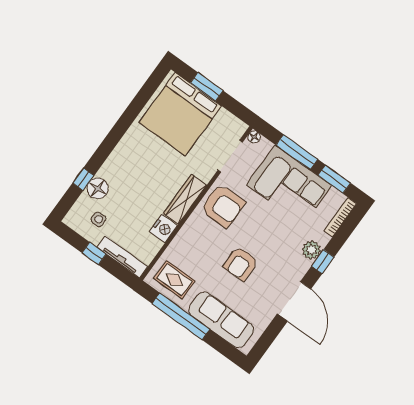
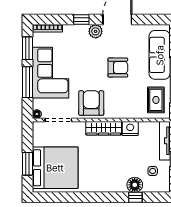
plant: (311, 250) -> (96, 31), moved

